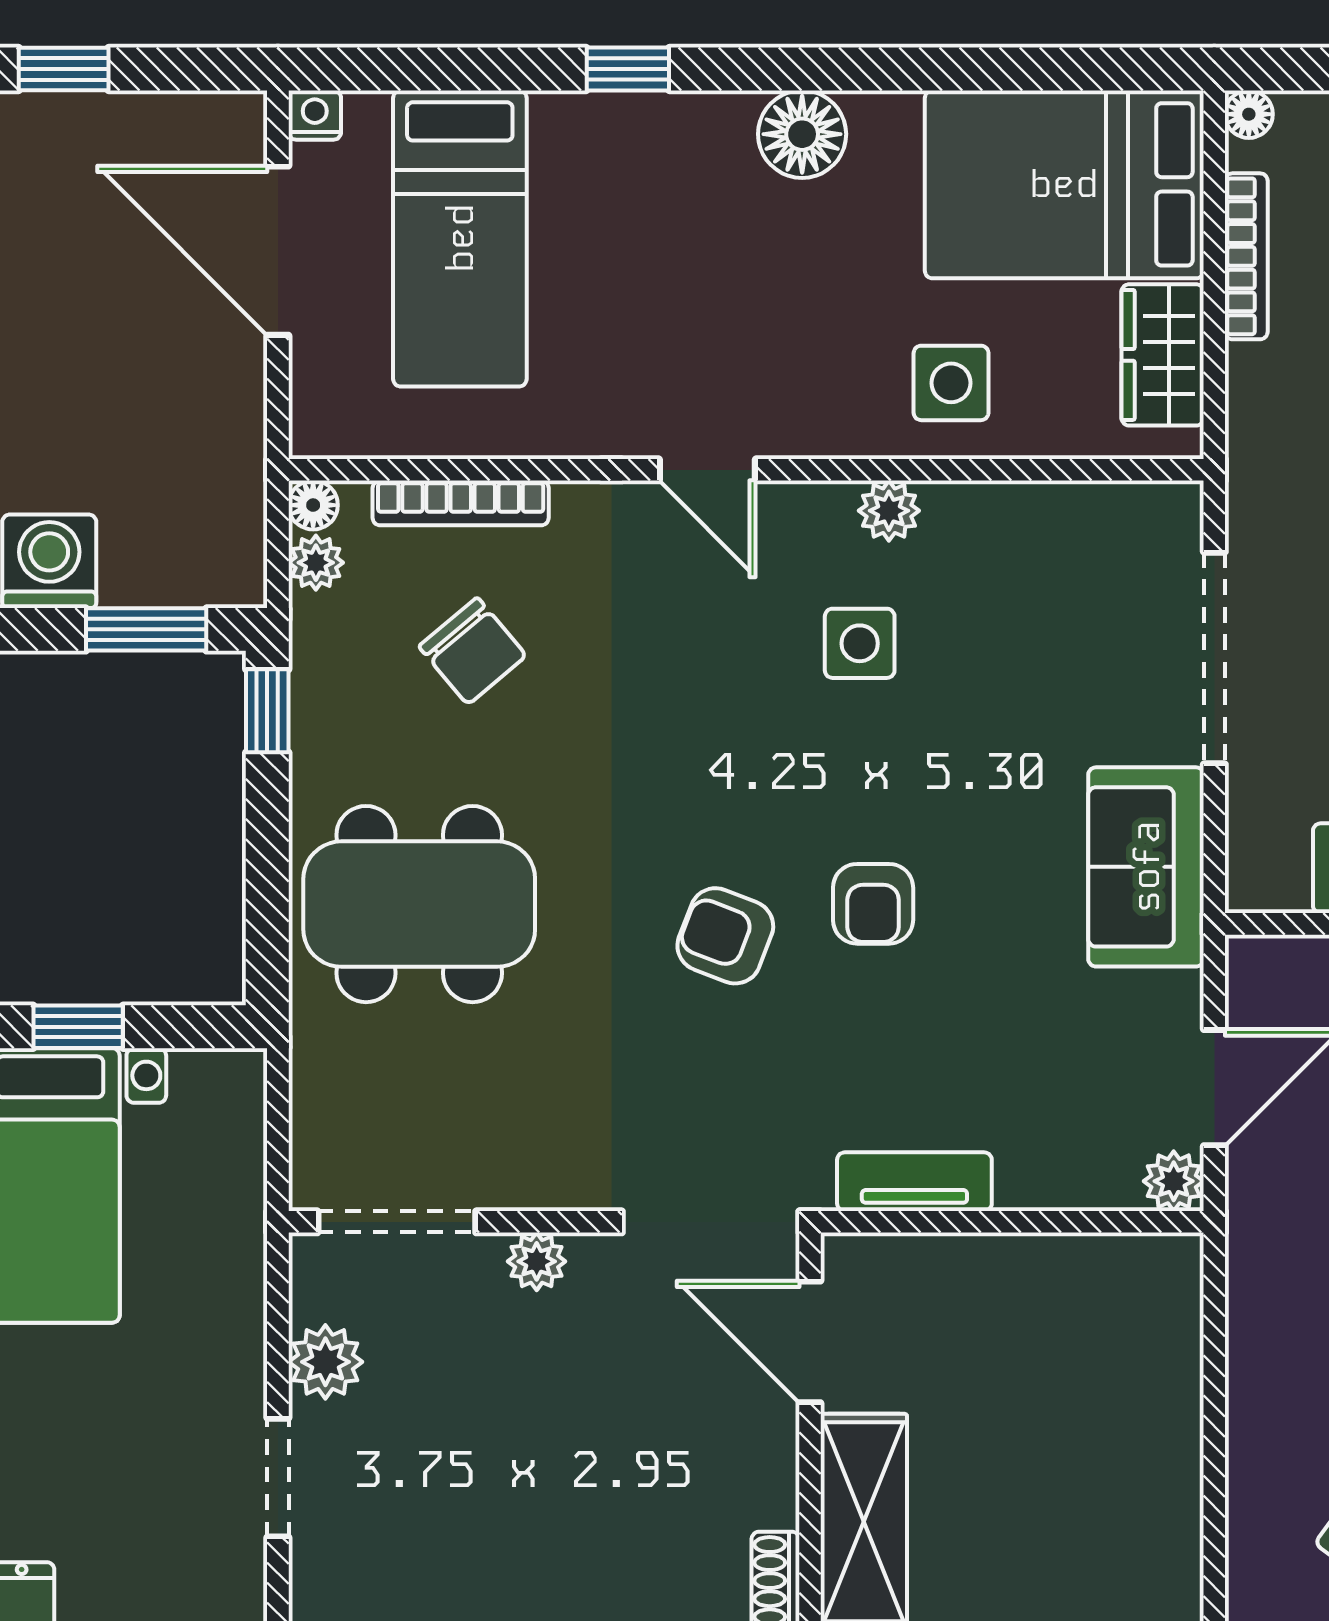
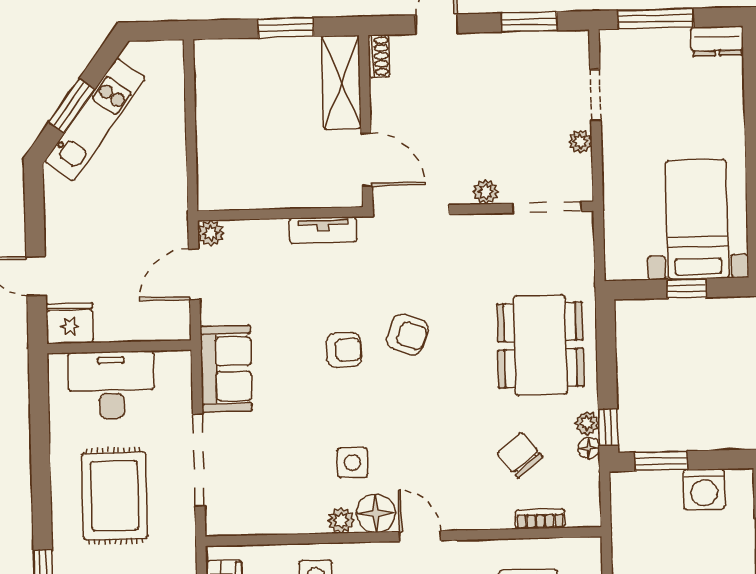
bookcase: (461, 503) -> (540, 519), width x0.64
floor lamp: (313, 505) -> (589, 448), moved
floor lamp: (808, 525) -> (376, 513), added
plant: (316, 563) -> (587, 423), moved
dining table: (419, 904) -> (540, 345), turned 90
armchair: (873, 904) -> (344, 350), turned 90
plant: (325, 1362) -> (580, 141), width x0.73, depth x0.73

